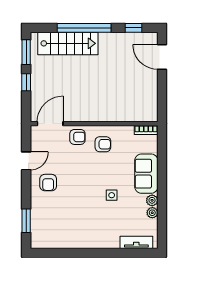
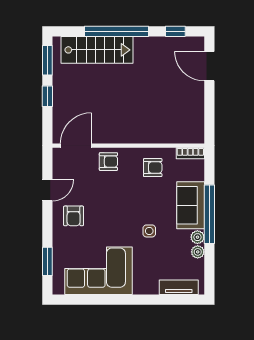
armchair: (103, 144) -> (153, 168), moved
window: (162, 181) -> (209, 214), added
corner sofa: (69, 229) -> (98, 271), added

